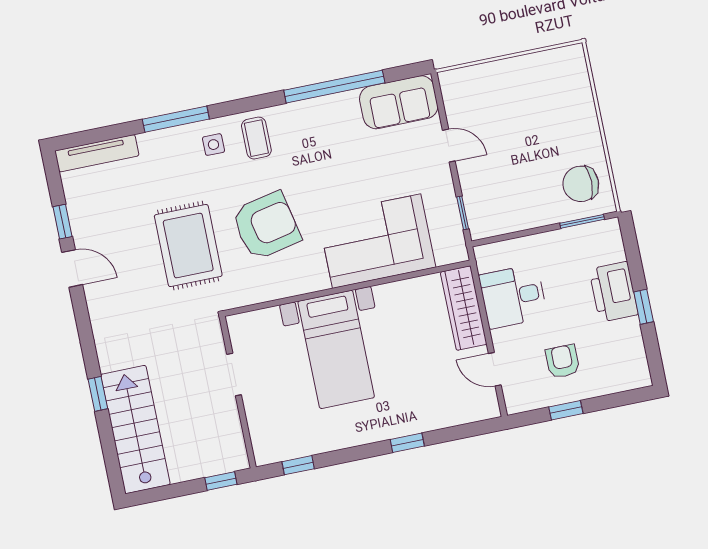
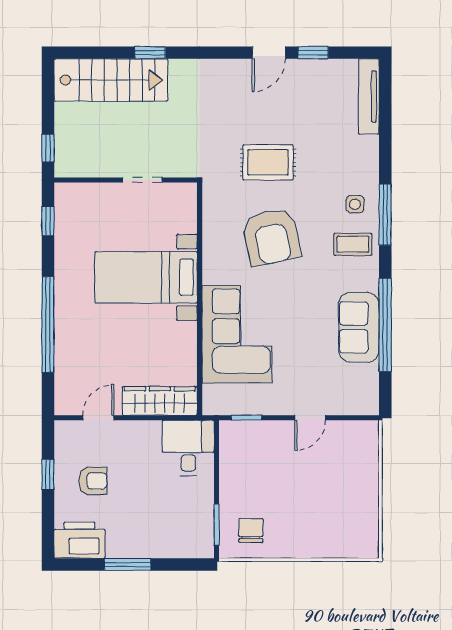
sofa: (399, 102) -> (359, 327), moved
window: (176, 119) -> (385, 215), moved
chair: (581, 184) -> (251, 530), width x0.73, depth x0.73
rug: (188, 246) -> (268, 162), width x0.73, depth x0.70
printer: (614, 292) -> (79, 540), moved
desk: (513, 296) -> (188, 448), moved
window: (644, 307) -> (127, 565), width x1.50
window: (407, 443) -> (48, 324), width x3.17

